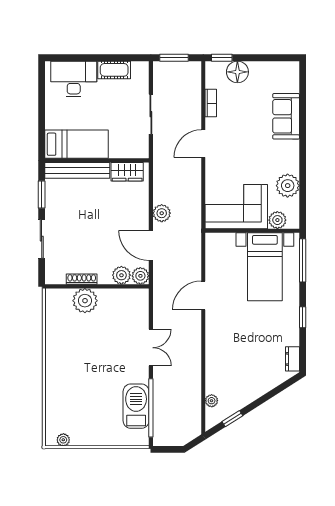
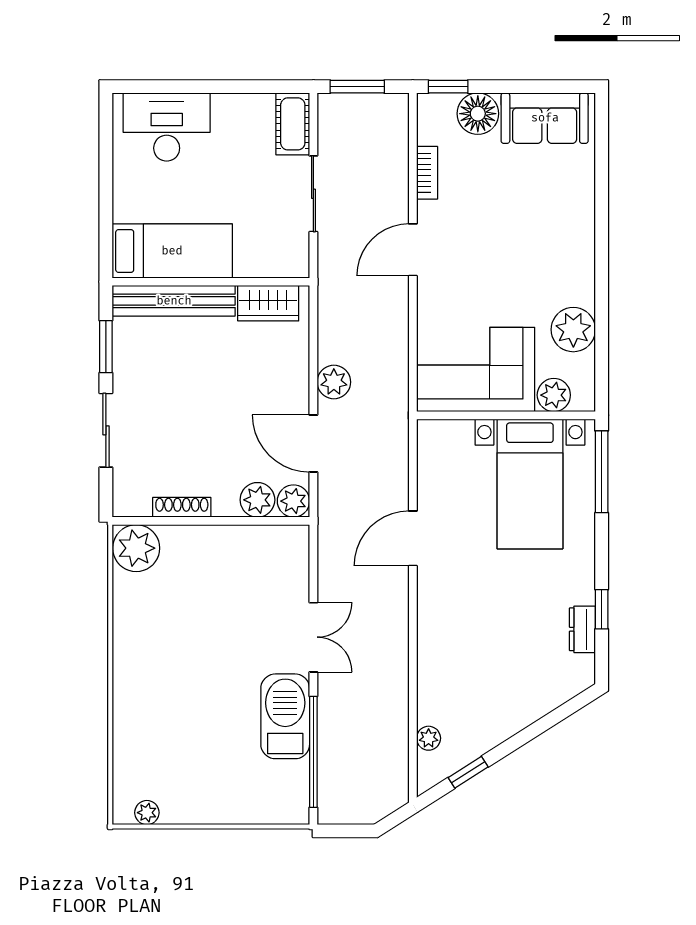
cot: (114, 70) -> (293, 124), moved, turned 90
sofa: (286, 116) -> (545, 118), moved, turned -90
plant: (85, 301) -> (136, 548), moved
window: (303, 317) -> (602, 609), moved
dresser: (292, 359) -> (582, 629), moved
barbecue: (136, 406) -> (285, 716), moved

